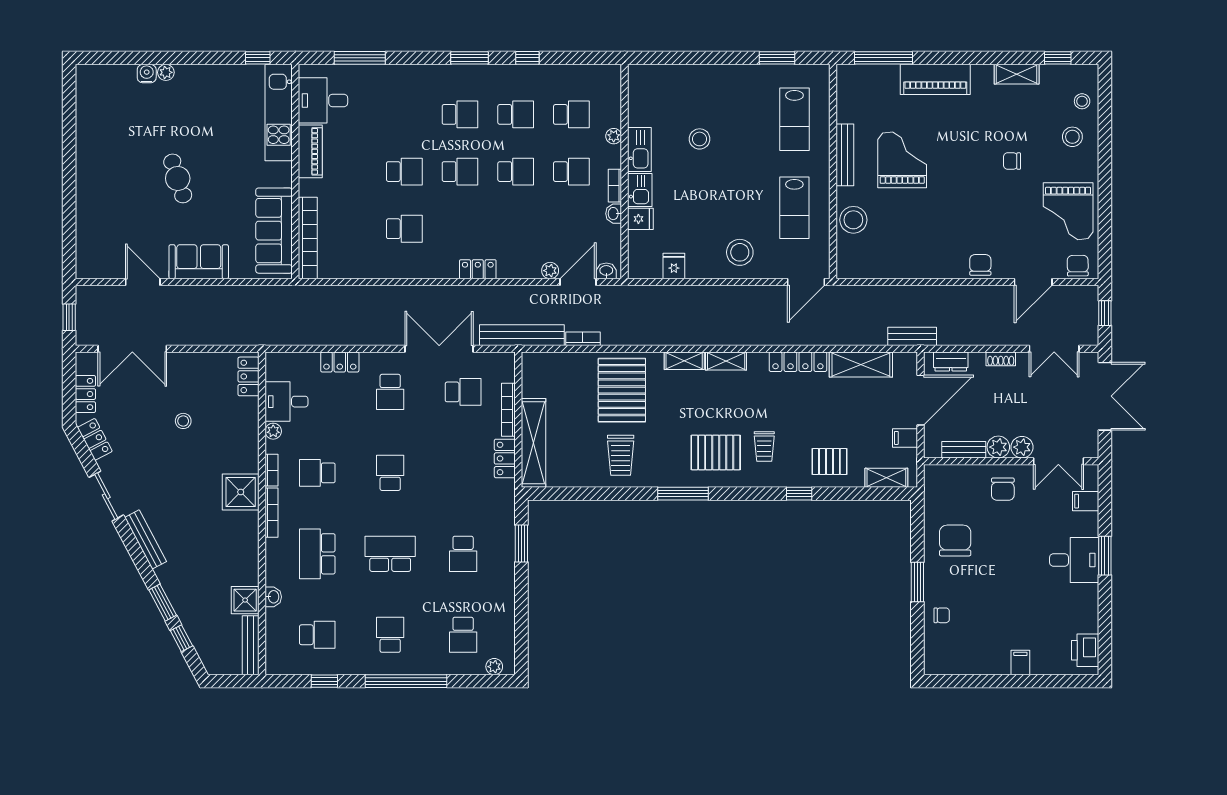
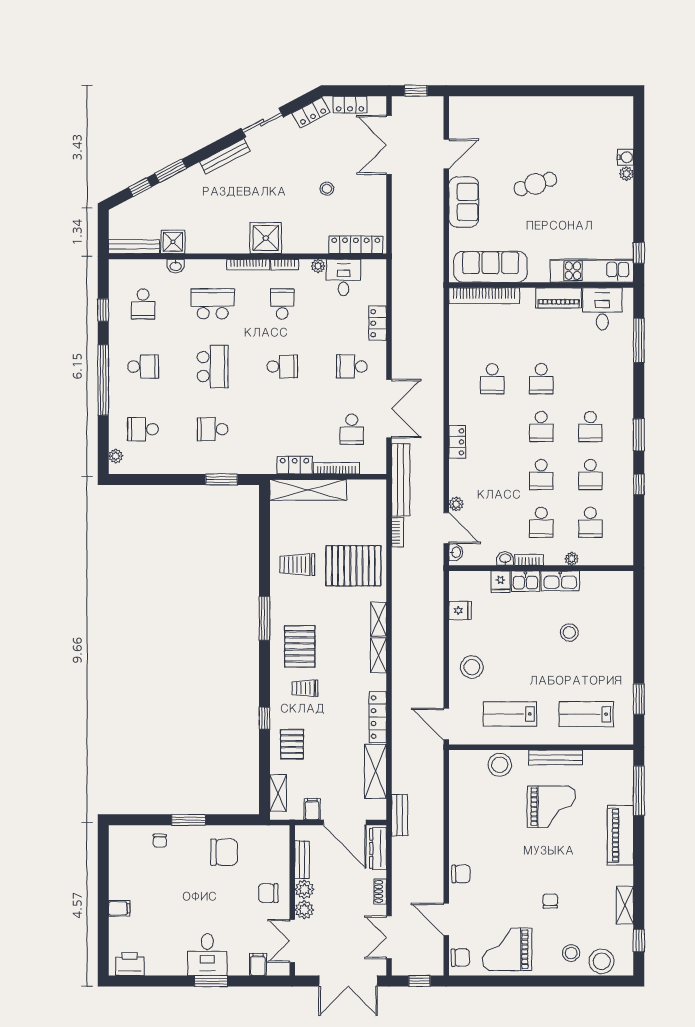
stool: (1082, 101) -> (602, 961), width x1.89, depth x1.89
dresser: (951, 361) -> (378, 848), width x1.44
locker: (249, 376) -> (356, 245), width x1.53

